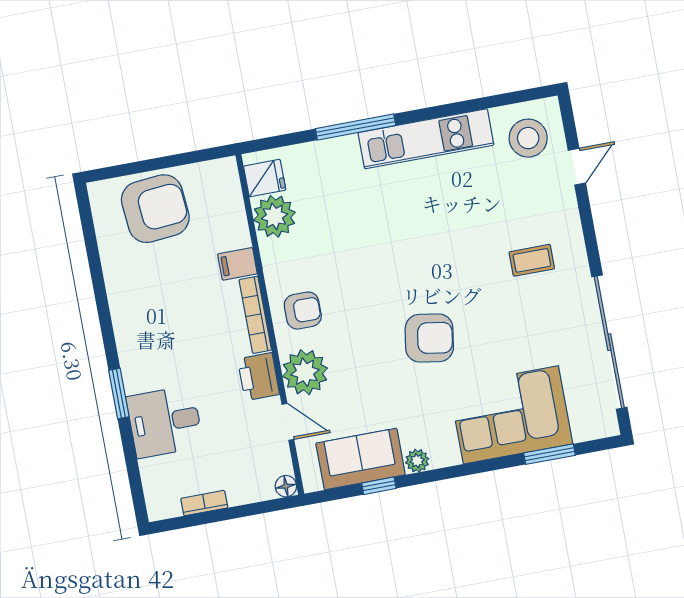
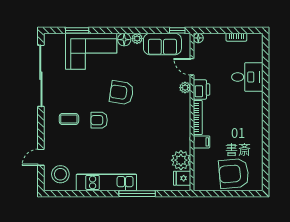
armchair: (303, 311) -> (99, 120), moved
plant: (305, 372) -> (185, 88), width x0.53, depth x0.53
window: (119, 393) -> (266, 94), removed
floor lamp: (445, 453) -> (124, 40), added
window: (379, 486) -> (177, 30), moved

